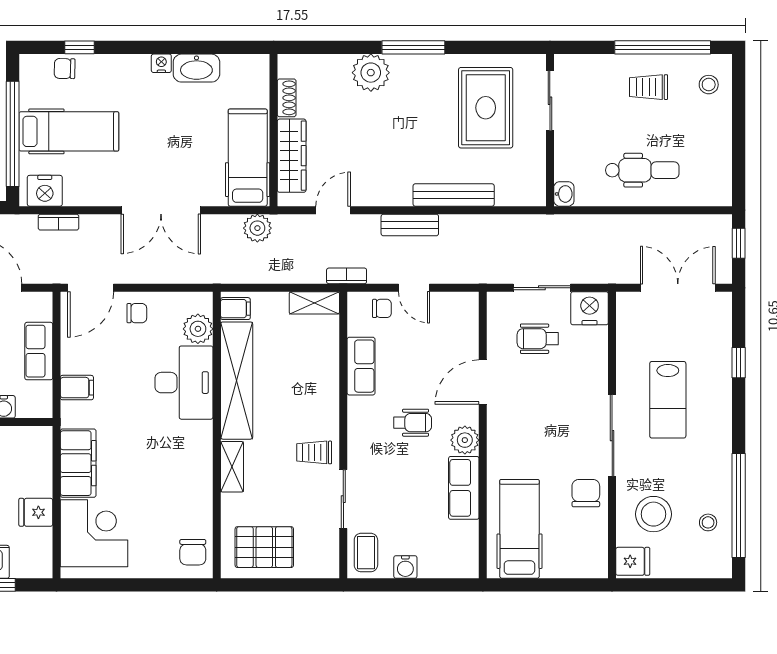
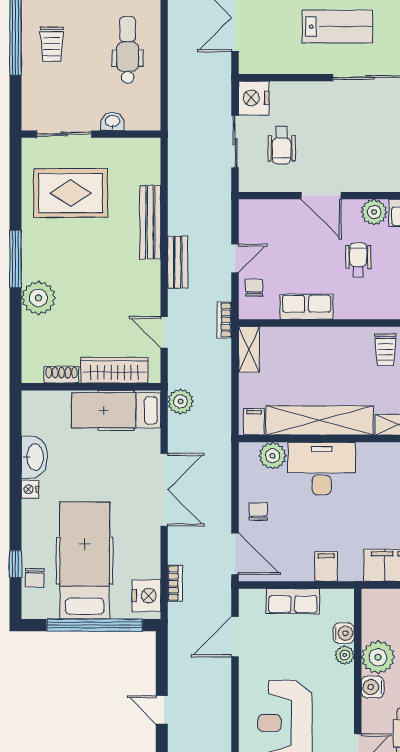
hospital bed: (69, 131) -> (85, 560), width x1.37, depth x1.29
washbasin: (564, 194) -> (113, 121), moved

